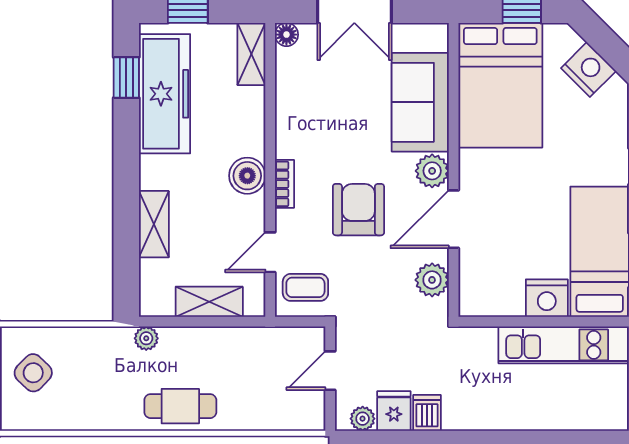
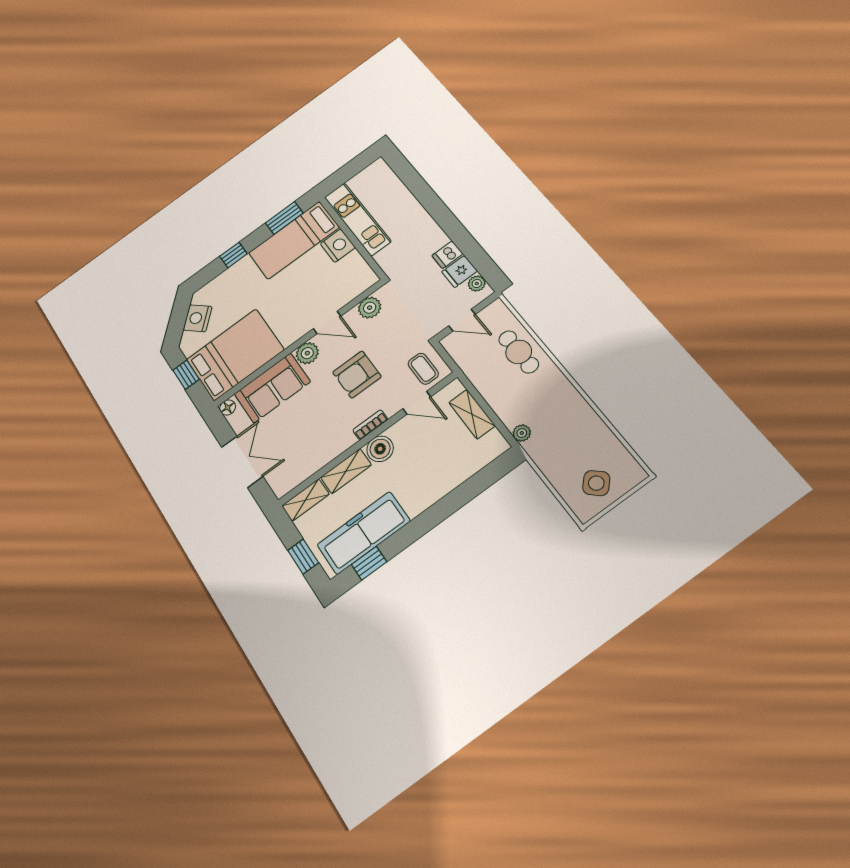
floor lamp: (286, 35) -> (228, 408), moved
door: (454, 219) -> (327, 322), width x0.73
shelving: (154, 224) -> (346, 471), moved
cafe table: (180, 406) -> (519, 352), moved

